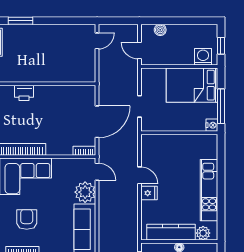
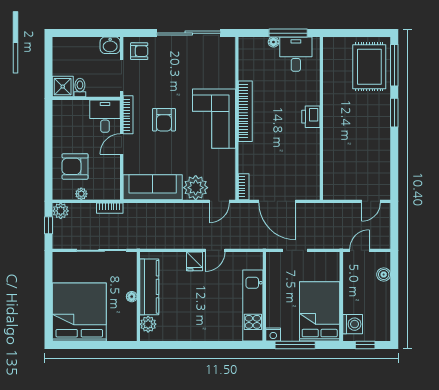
door: (97, 41) -> (371, 201), hinge flipped
kitchen unit: (209, 190) -> (253, 306), moved, turned -90
armchair: (27, 219) -> (164, 120), turned 90

